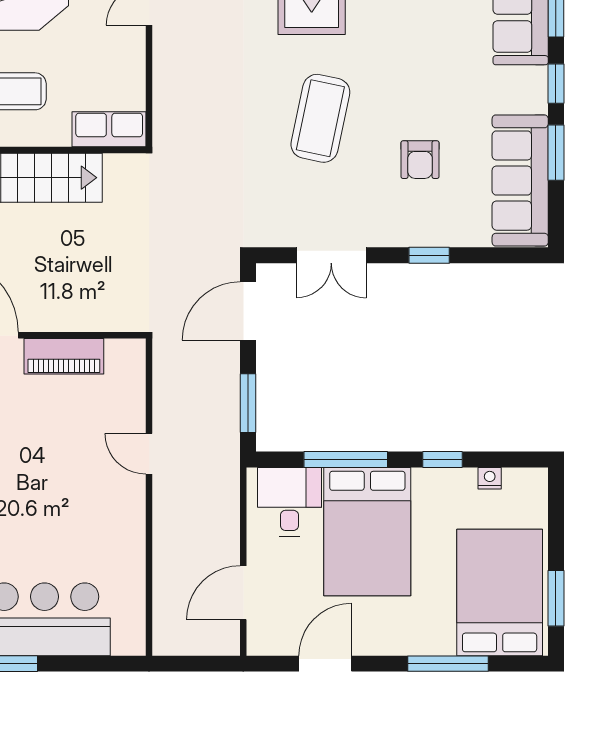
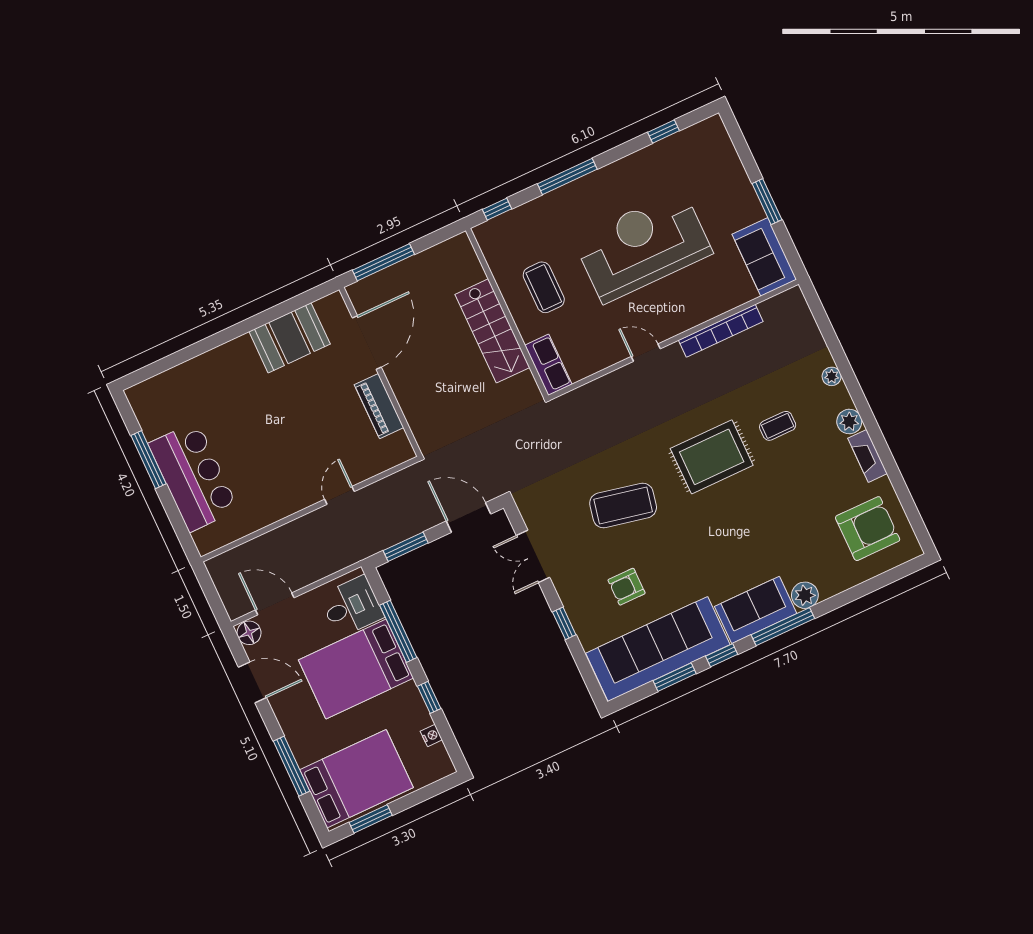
sofa: (520, 181) -> (658, 649), width x1.36, depth x1.27
floor lamp: (264, 640) -> (249, 633), added

